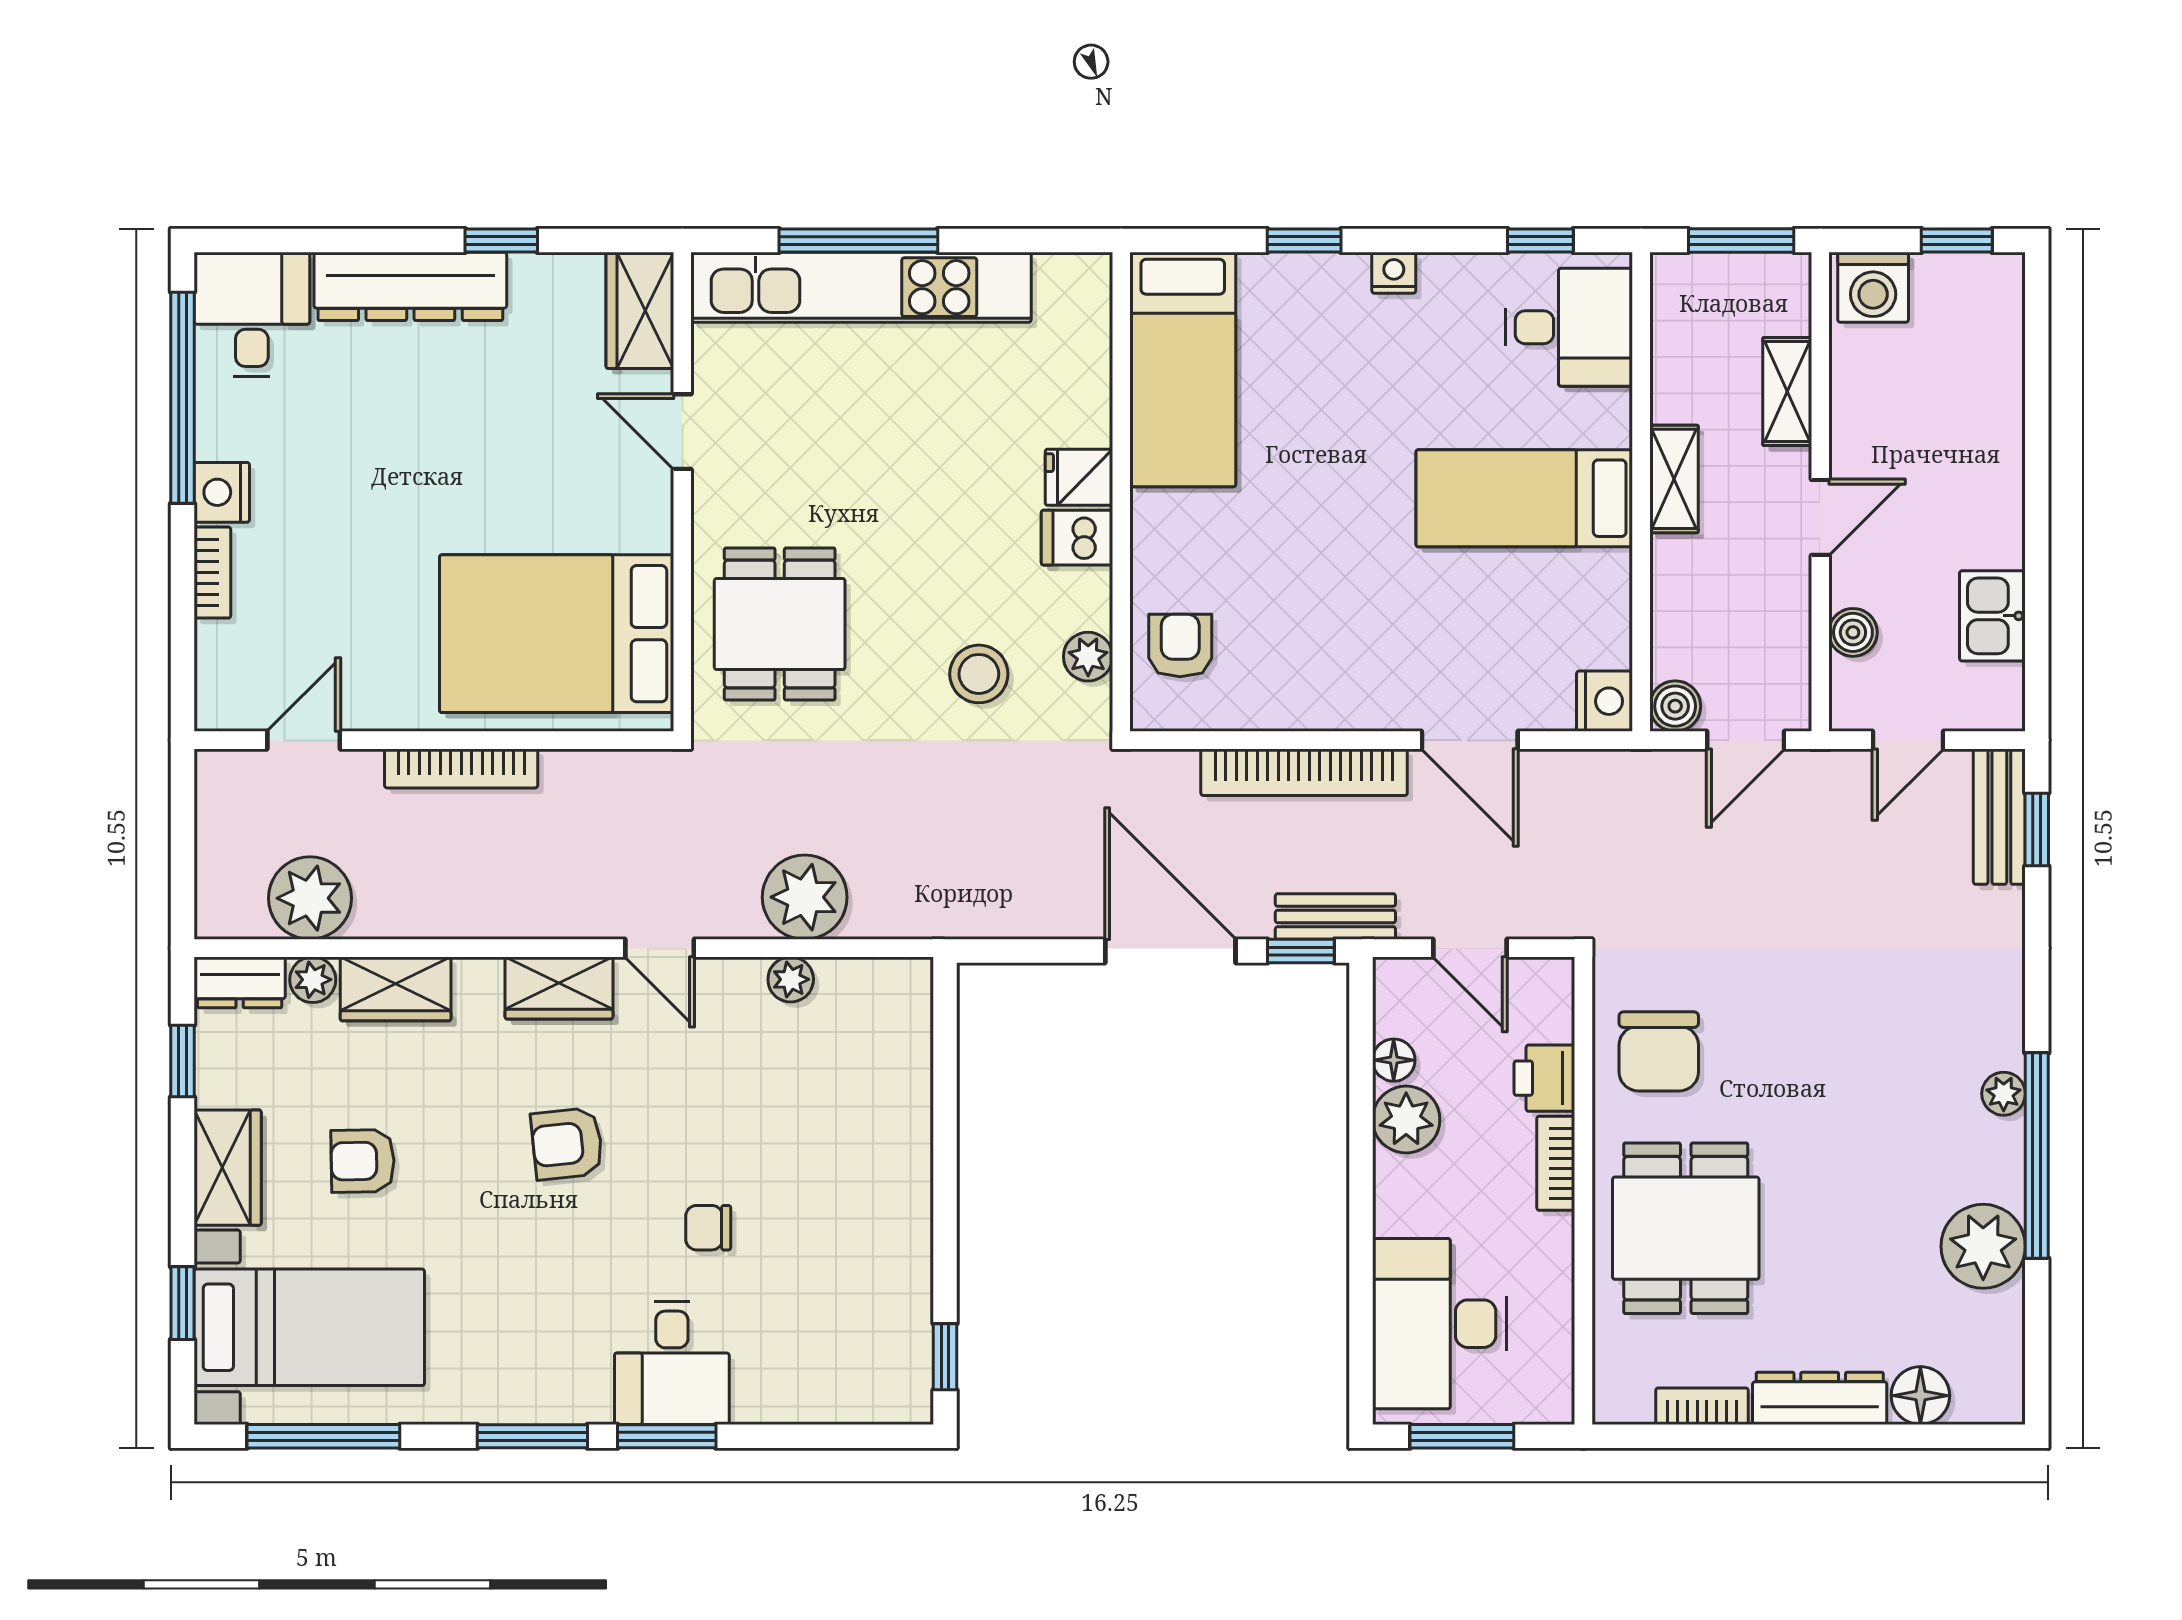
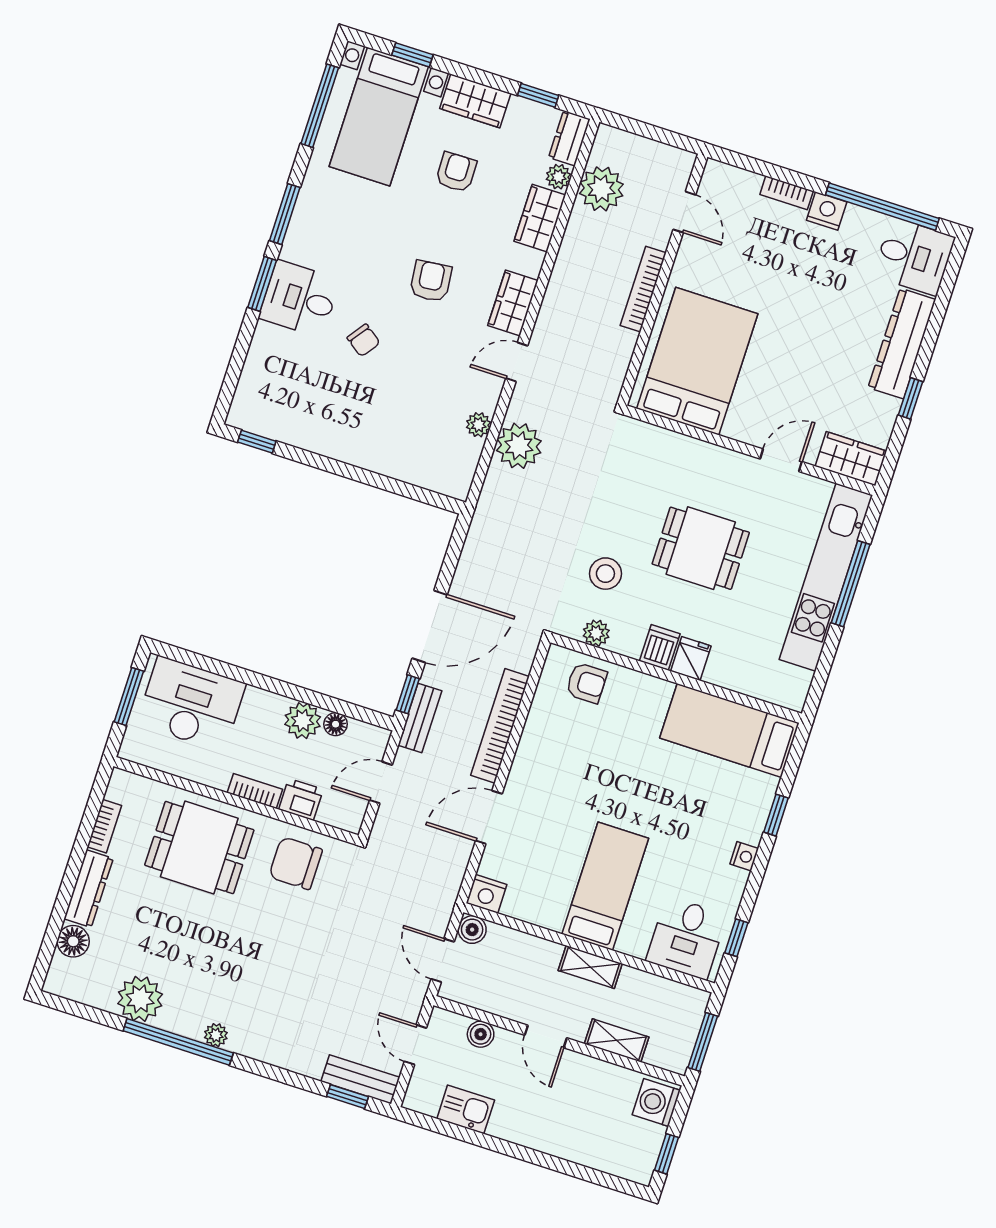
dining table: (780, 624) -> (701, 548), moved
chair: (708, 1228) -> (363, 340), turned 126

